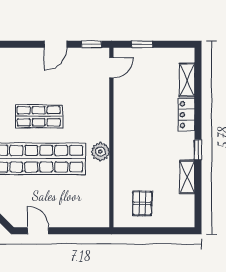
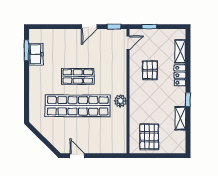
pallet: (143, 107) -> (150, 70), added
pallet: (142, 203) -> (149, 137), width x1.50, depth x1.42

